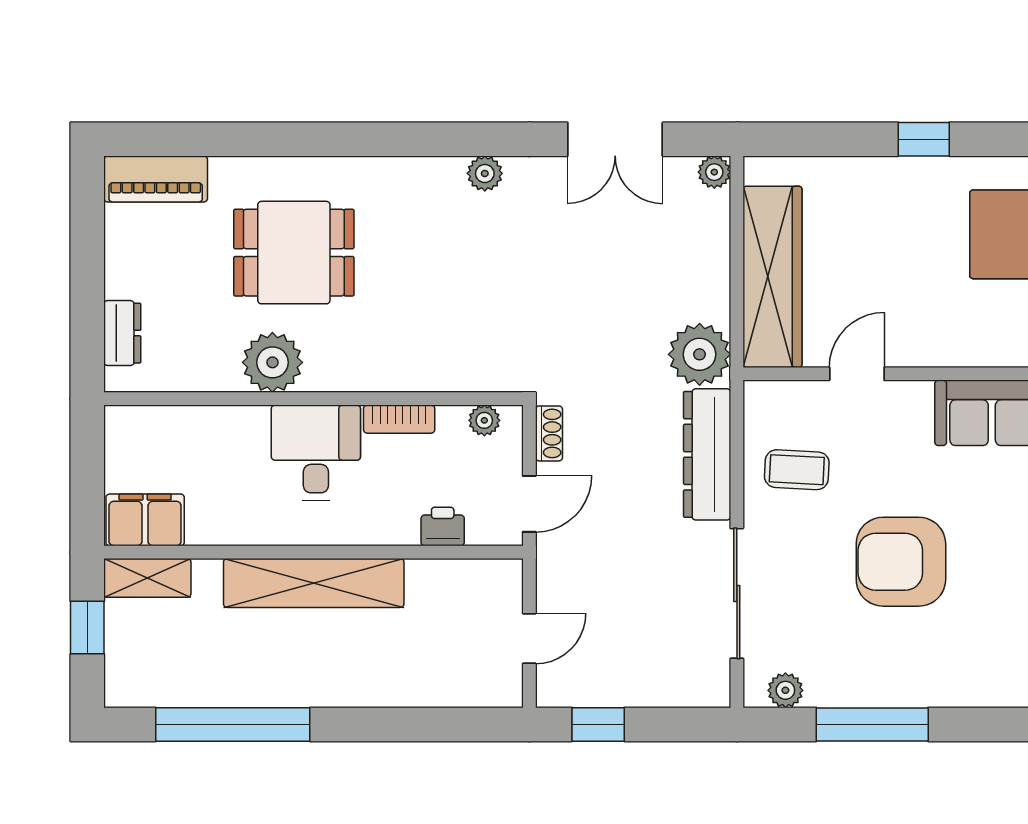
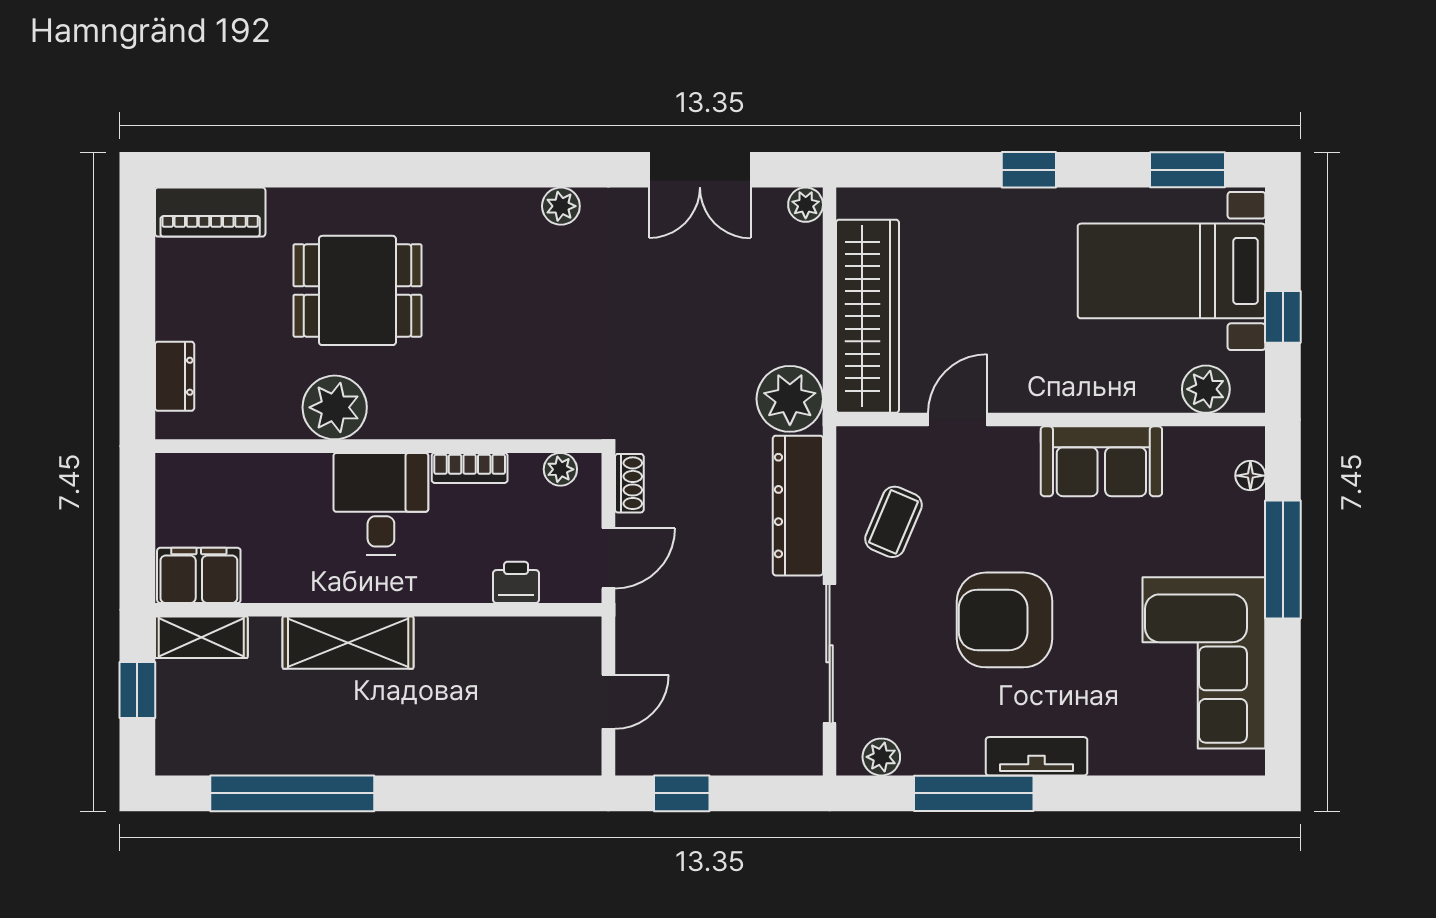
coffee table: (797, 470) -> (893, 522), turned -70
shelving: (314, 583) -> (348, 643), width x0.68
tv unit: (931, 690) -> (1037, 756), added

